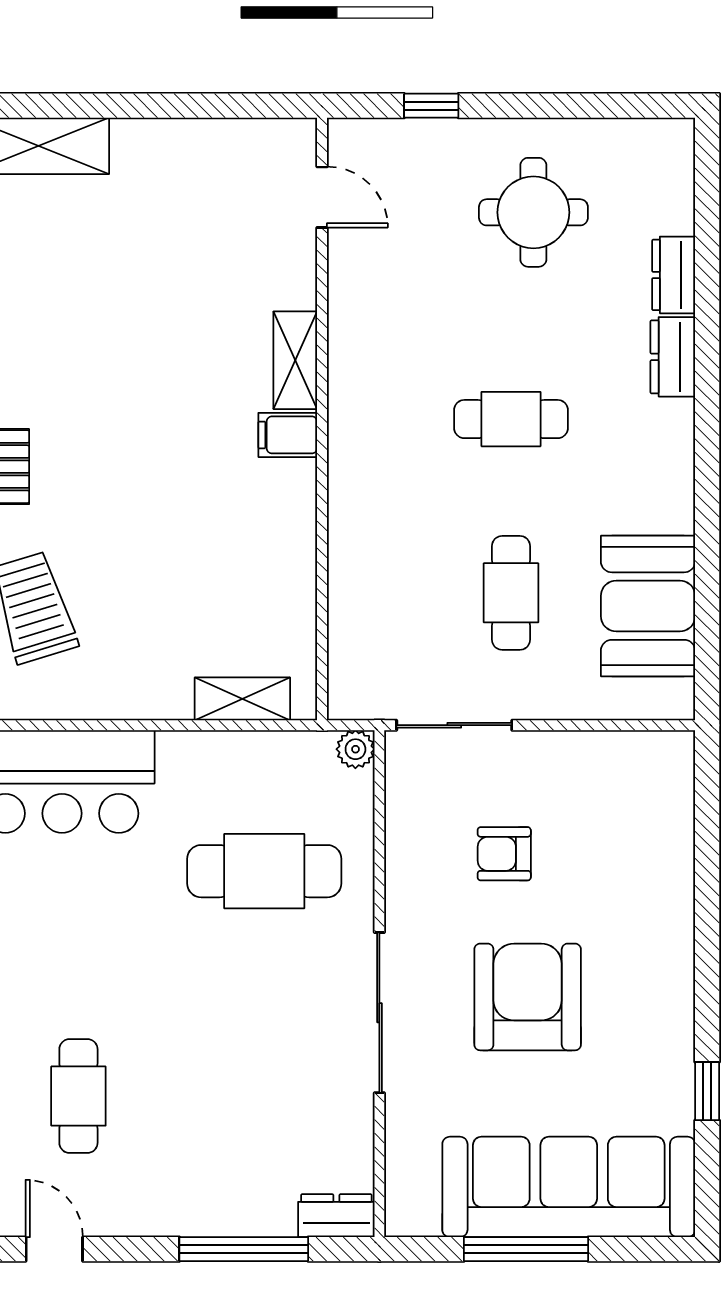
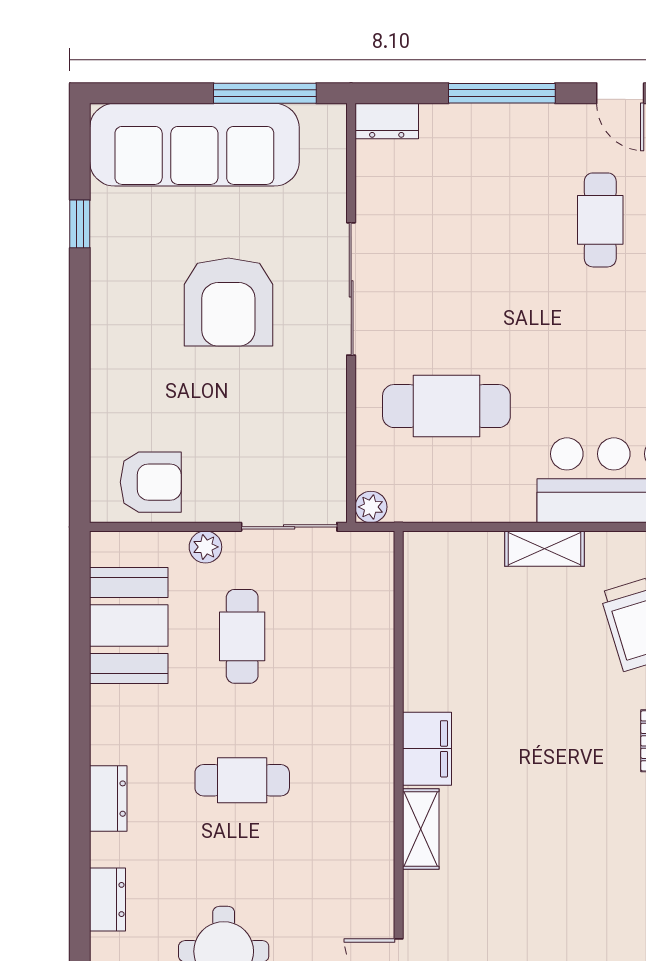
dresser: (673, 357) -> (108, 799), moved
filing cabinet: (288, 435) -> (427, 749), width x2.00
shelving: (242, 699) -> (545, 549), moved
plant: (555, 701) -> (205, 547), added
armchair: (504, 854) -> (151, 482), moved, width x1.38, depth x1.38
window: (244, 1249) -> (502, 93), moved
window: (526, 1249) -> (265, 93), moved

